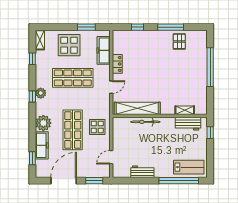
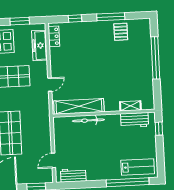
locker: (117, 64) -> (54, 36), moved
display table: (97, 127) -> (37, 129), removed
workbench: (142, 172) -> (73, 175), moved

